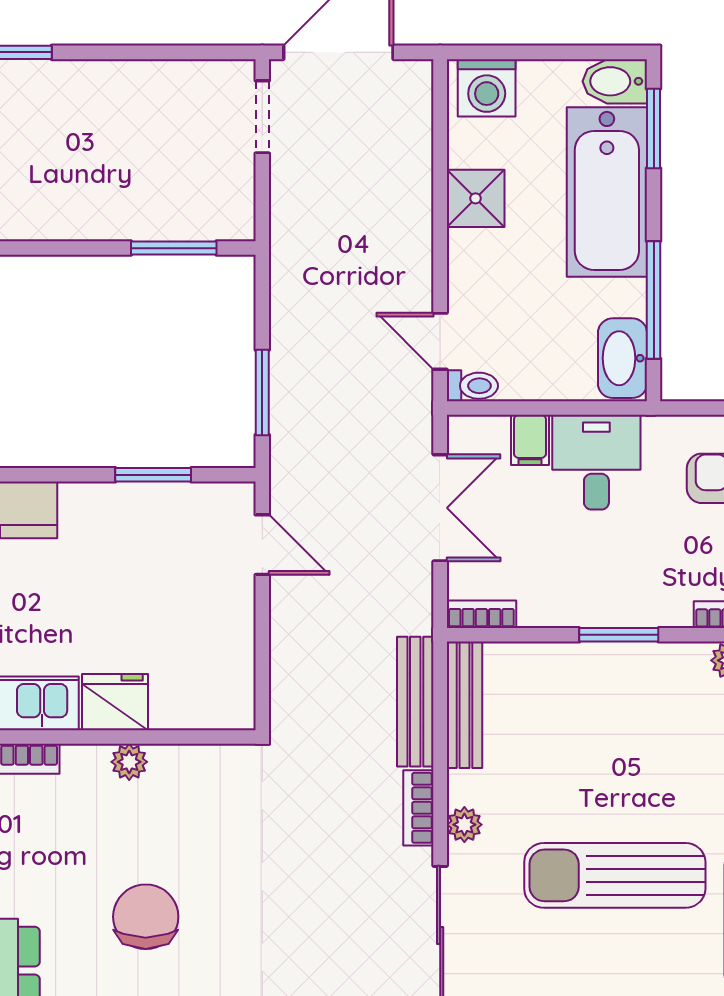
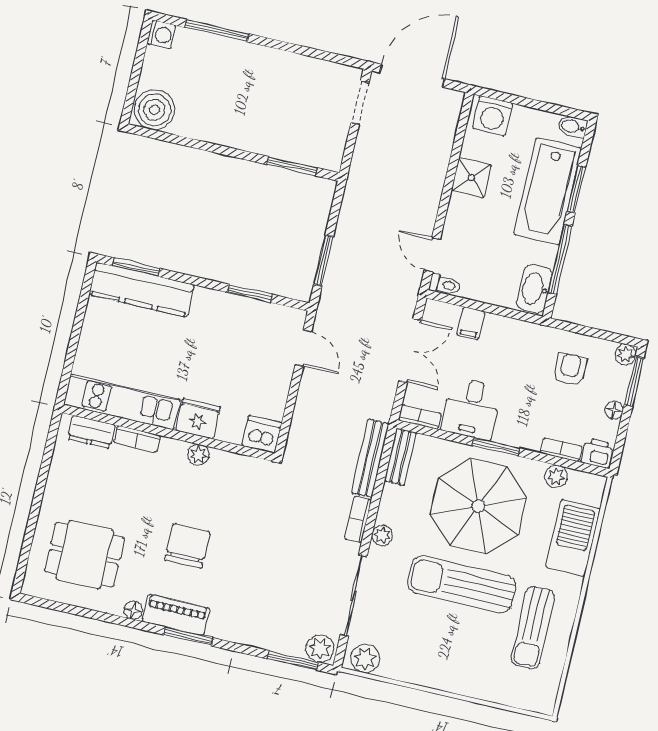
bidet: (615, 81) -> (572, 126), width x0.72, depth x0.74
window: (654, 129) -> (576, 189), moved
desk: (596, 462) -> (471, 409), moved, turned 180
dishwasher: (227, 703) -> (262, 434), added
bench: (465, 705) -> (400, 457), width x0.73
parasol: (612, 740) -> (478, 506), added

